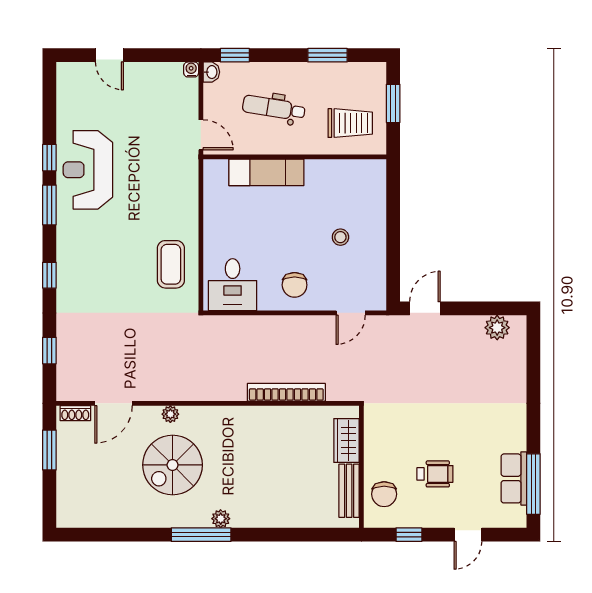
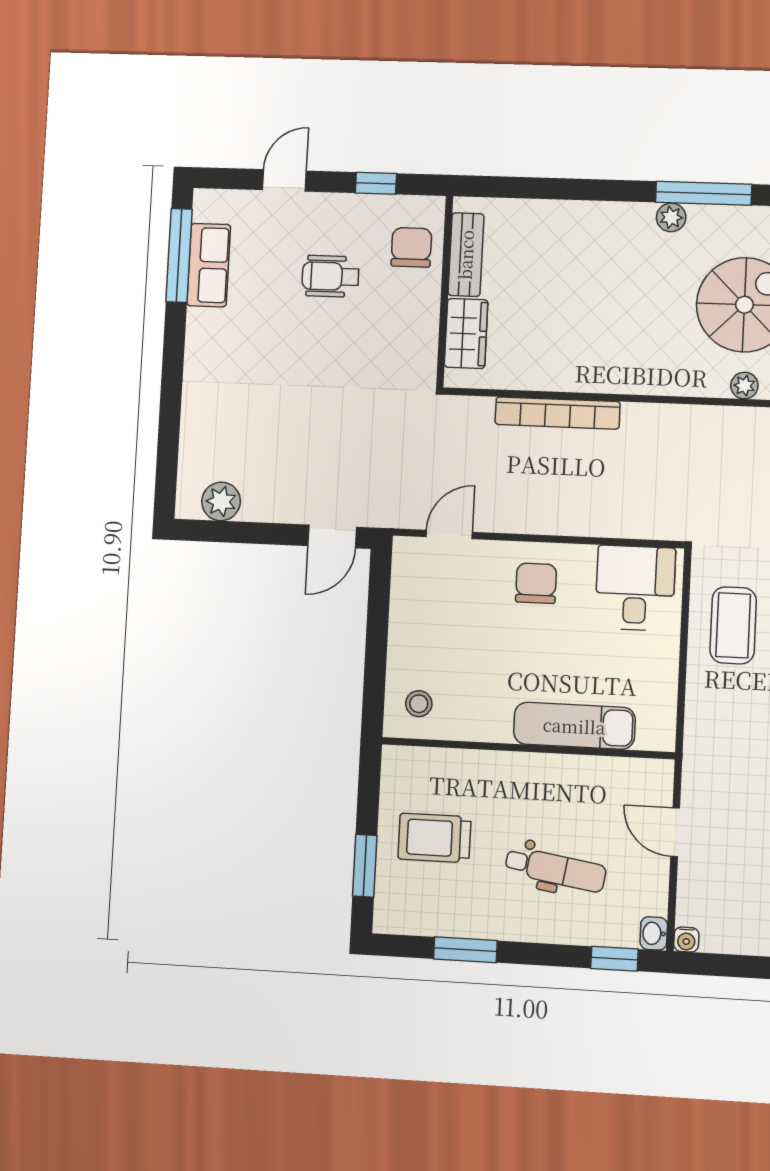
wall: (295, 157) -> (528, 748), moved
exam couch: (266, 172) -> (574, 726), moved
stool: (340, 237) -> (419, 704), moved

